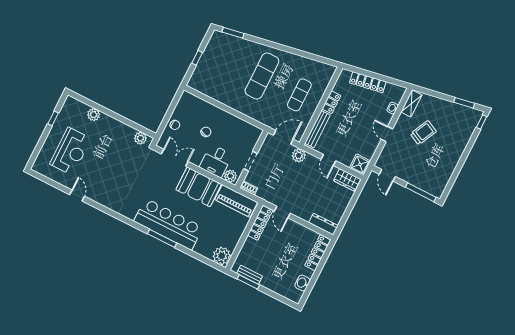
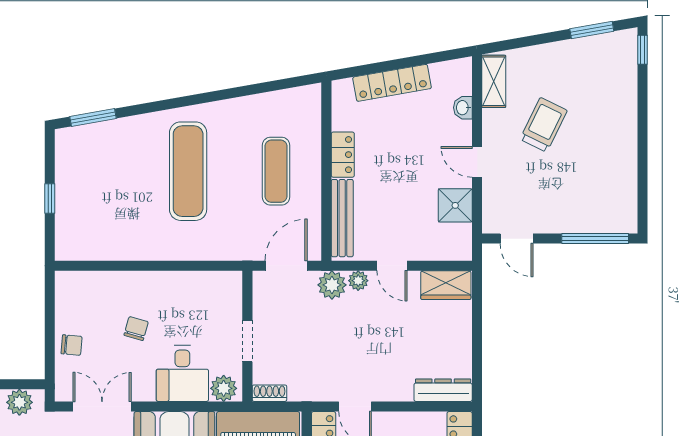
plant: (311, 159) -> (358, 281), added
shower: (360, 164) -> (455, 205), moved

